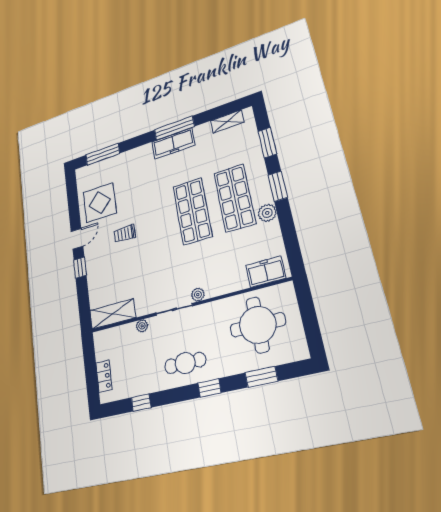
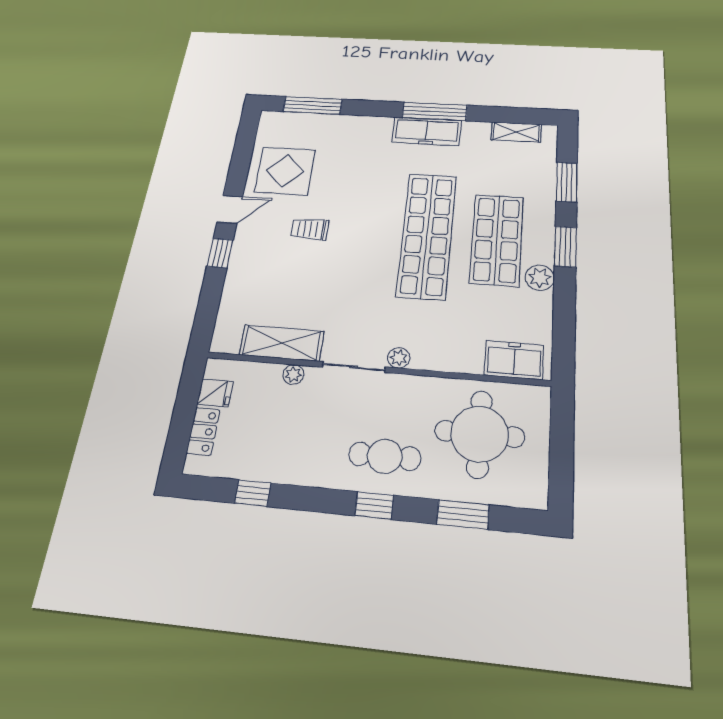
shop shelf: (192, 211) -> (427, 235), width x1.40
shelving: (113, 314) -> (282, 343), moved
fridge: (103, 352) -> (215, 393), added
cafe table: (185, 363) -> (385, 456), moved

